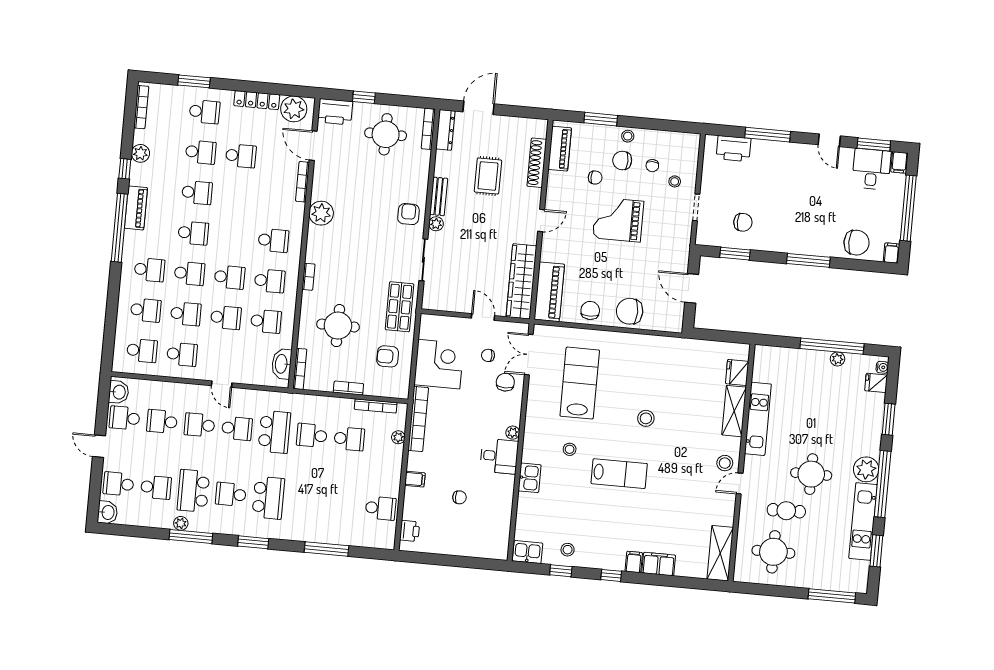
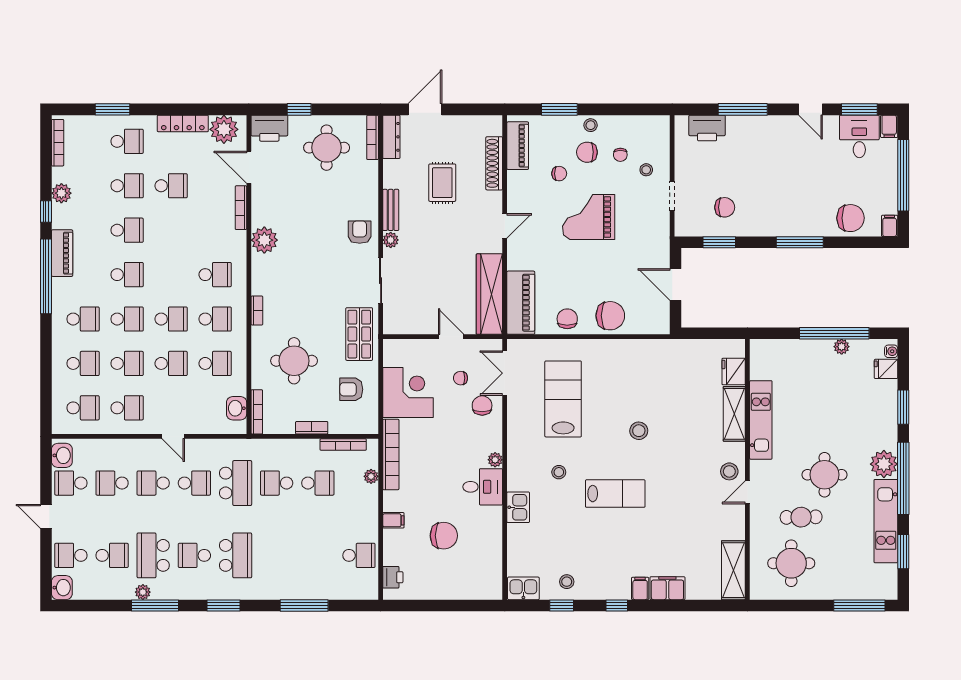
chair: (630, 311) -> (610, 316), turned 180
washbasin: (282, 364) -> (237, 408), width x0.72
chair: (460, 497) -> (444, 536), width x1.87, depth x1.87

